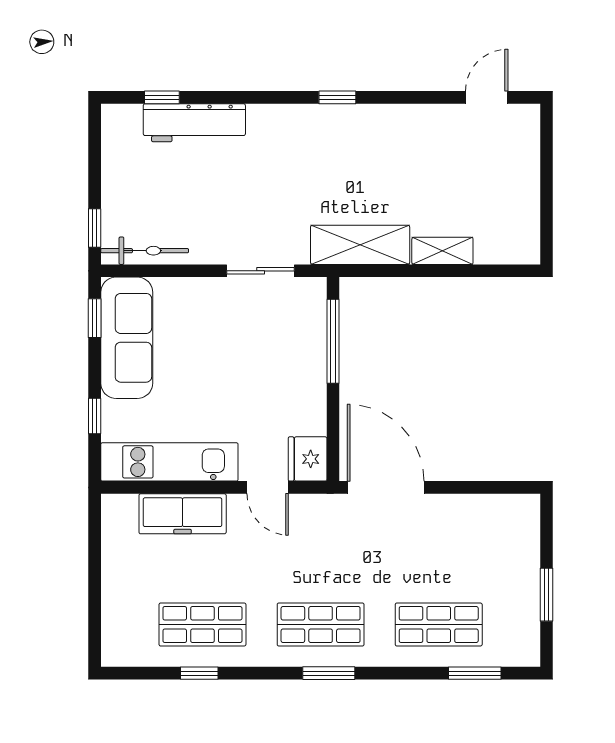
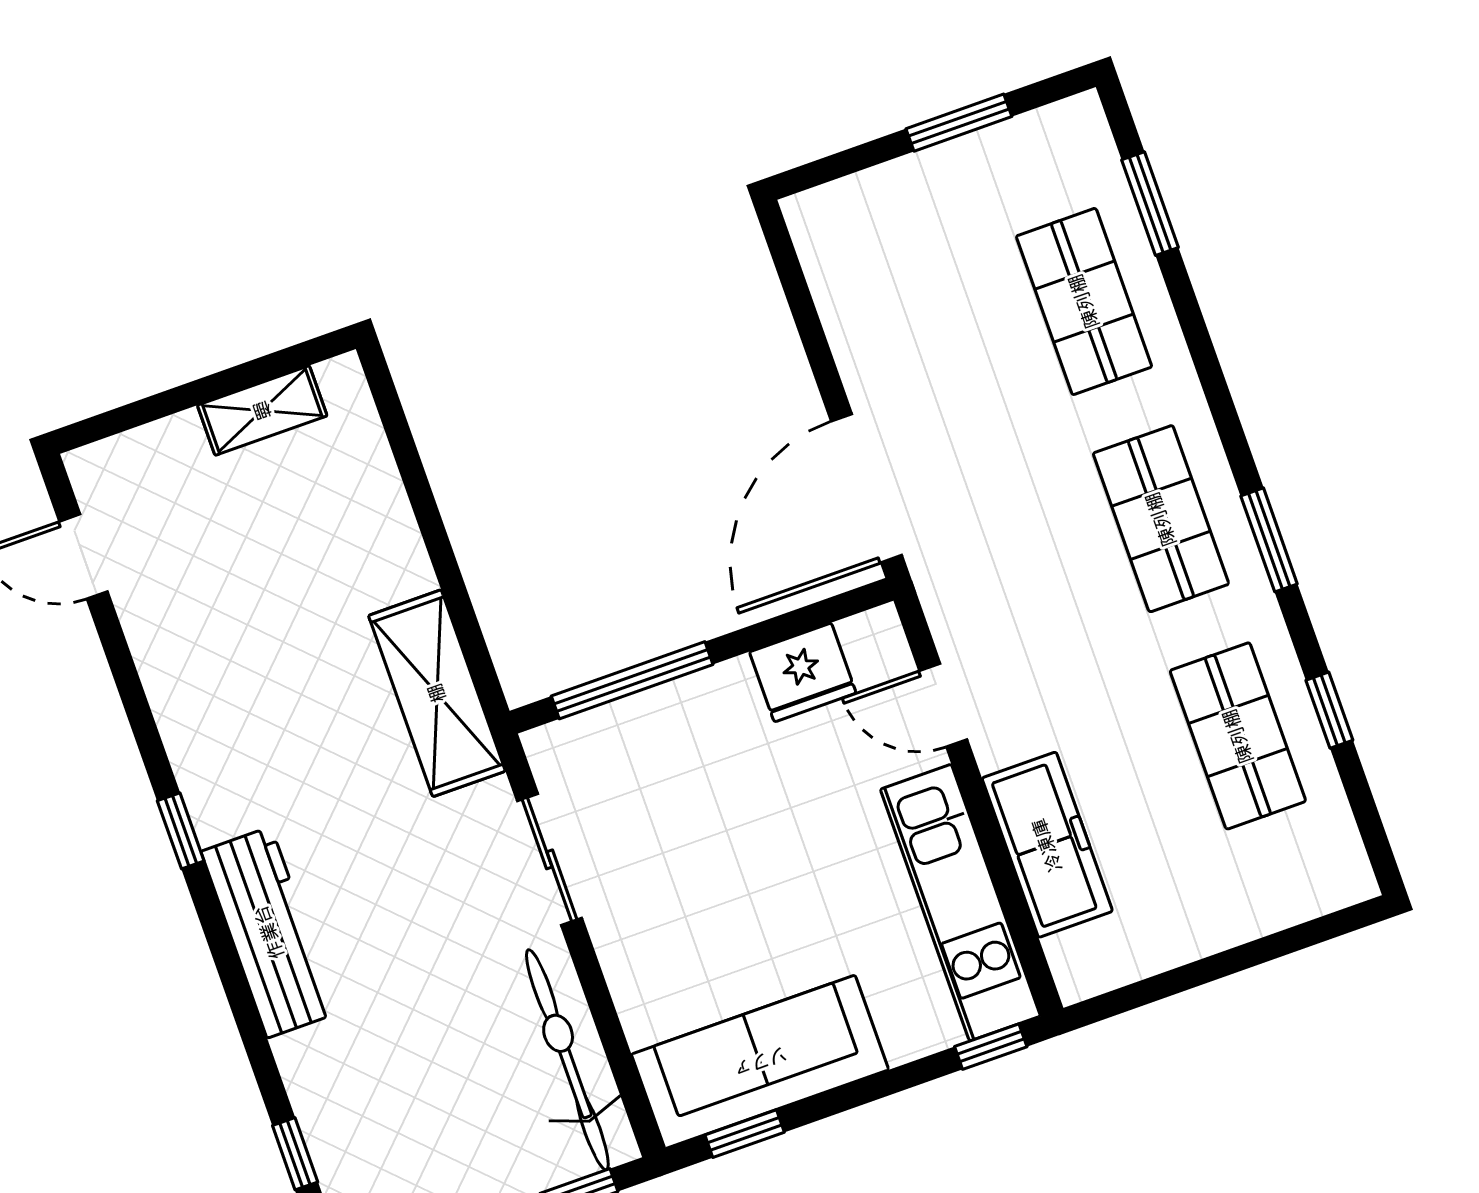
workbench: (194, 123) -> (269, 932), moved
bicycle: (145, 251) -> (567, 1060), width x1.37, depth x1.40
shelving: (442, 251) -> (262, 410), moved, turned 90
window: (95, 416) -> (991, 1047), moved
fridge: (308, 459) -> (803, 672), moved
door: (268, 487) -> (943, 705), swing flipped
window: (329, 673) -> (1269, 540), moved

